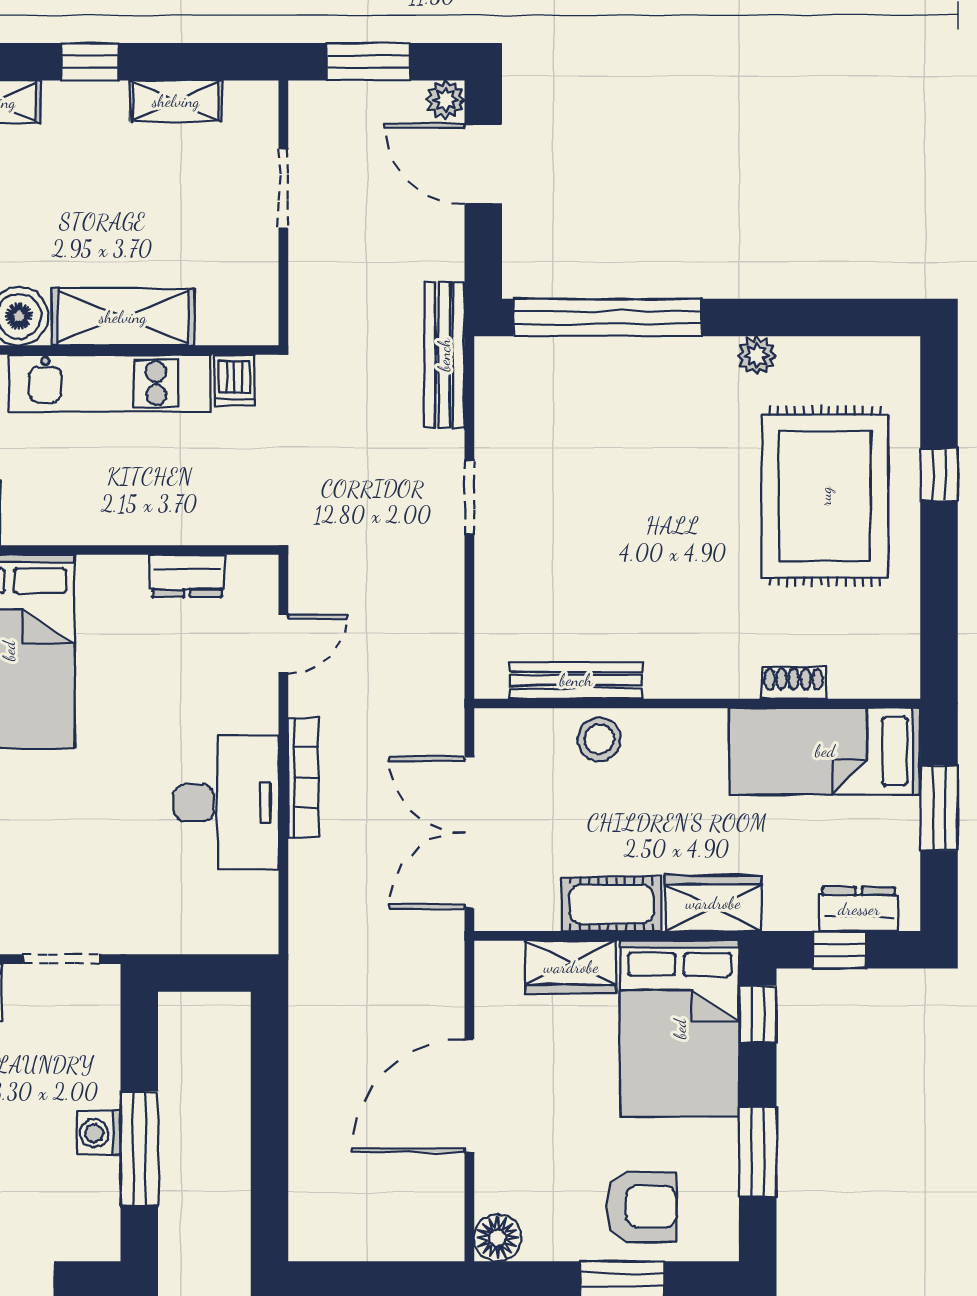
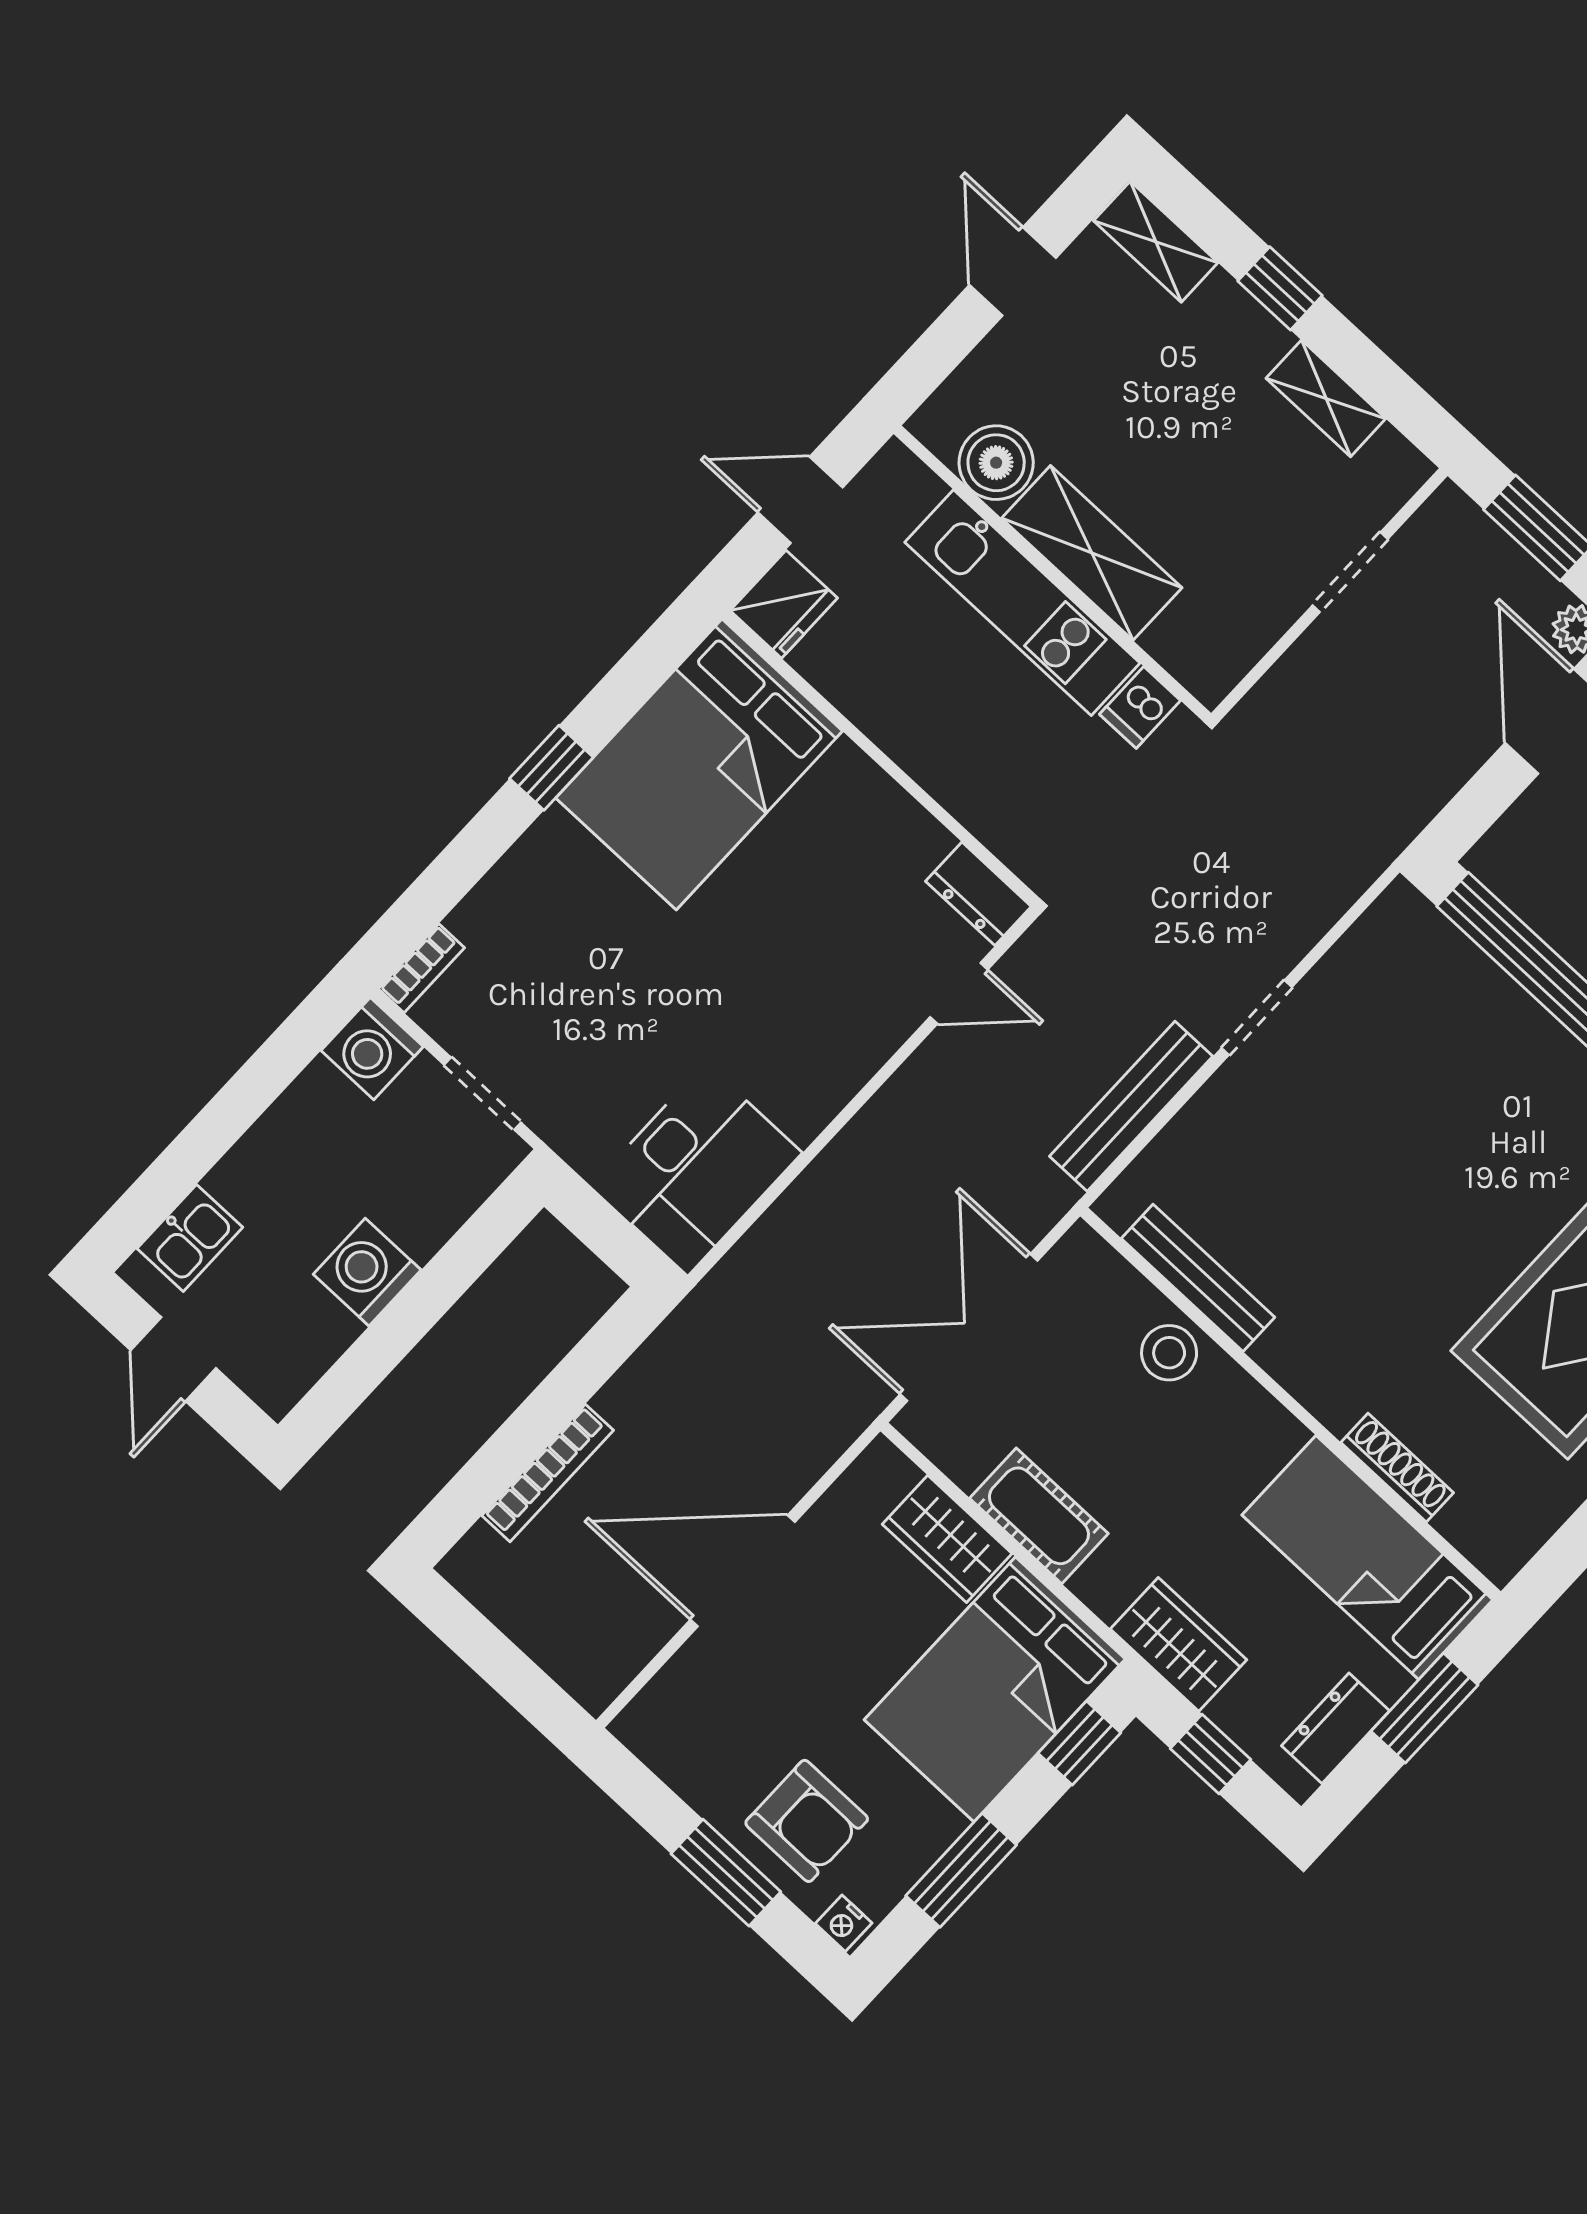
bench: (444, 355) -> (1131, 1106), moved
dresser: (187, 576) -> (978, 894), moved
shoe rack: (793, 683) -> (1397, 1468), width x1.43
bookcase: (303, 778) -> (548, 1473), moved
desk: (226, 803) -> (697, 1169), moved
wardrobe: (713, 903) -> (1178, 1644), moved
dresser: (859, 909) -> (1335, 1728), moved, turned -90
washing machine: (99, 1133) -> (367, 1272), width x1.38, depth x1.38
window: (139, 1149) -> (392, 1336), removed
floor lamp: (498, 1238) -> (647, 1726), removed
nightstand: (718, 1246) -> (844, 1923), added

